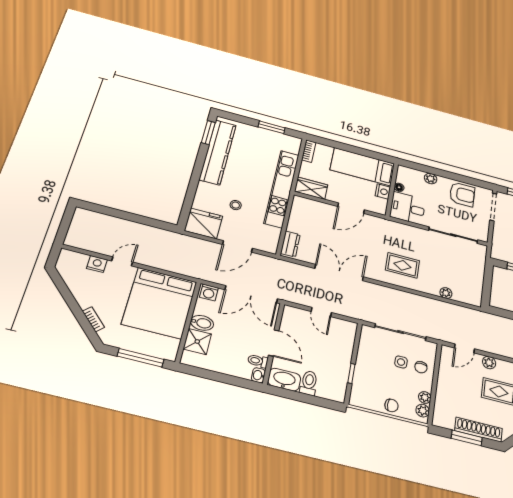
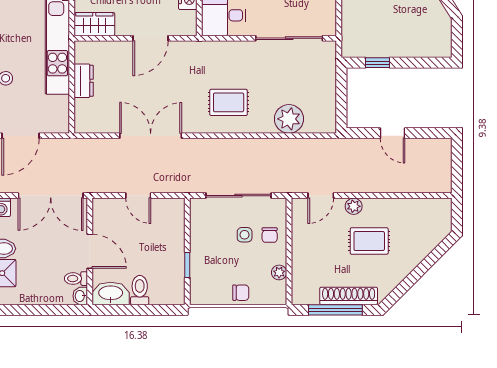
dresser: (290, 244) -> (84, 81), moved
plant: (446, 293) -> (289, 119), width x1.88, depth x1.88
plant: (423, 411) -> (279, 290), removed
window: (467, 438) -> (335, 310), width x1.44

